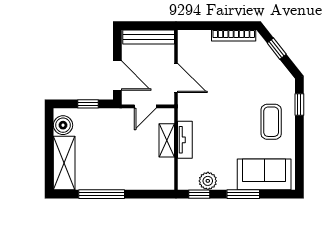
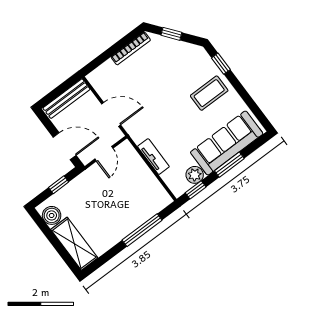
coffee table: (271, 122) -> (209, 93), turned 90
shelving: (167, 140) -> (140, 167), removed
sofa: (264, 174) -> (227, 143), width x1.36
window: (102, 194) -> (142, 230), moved

